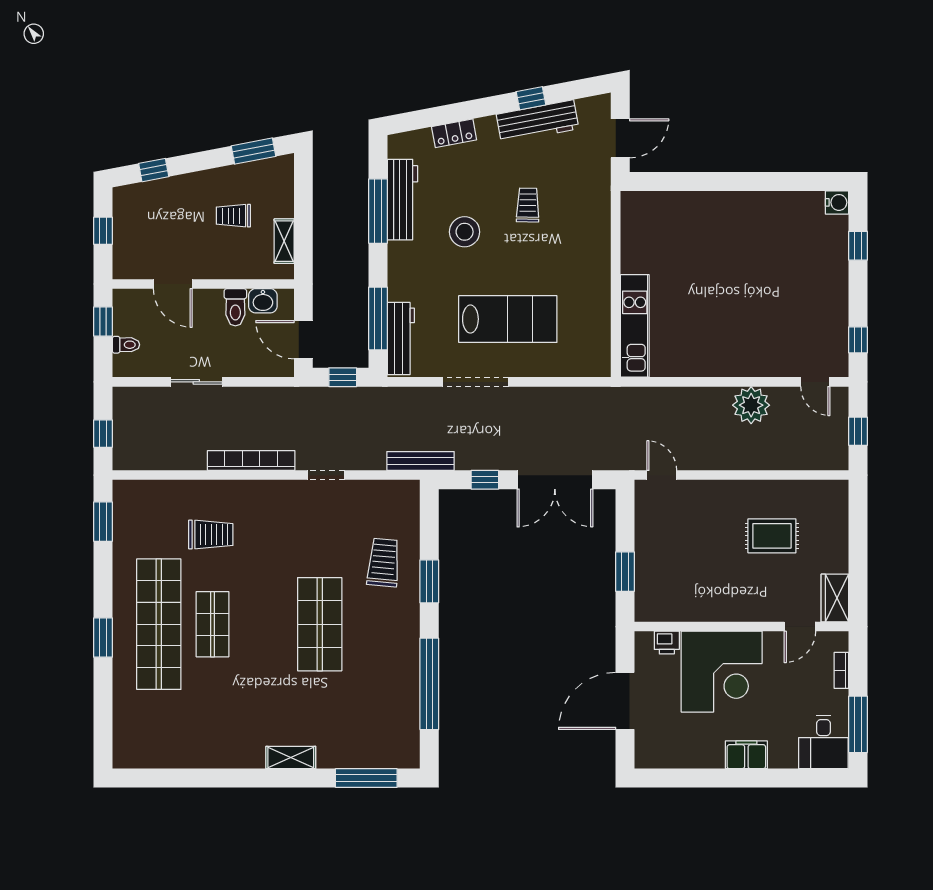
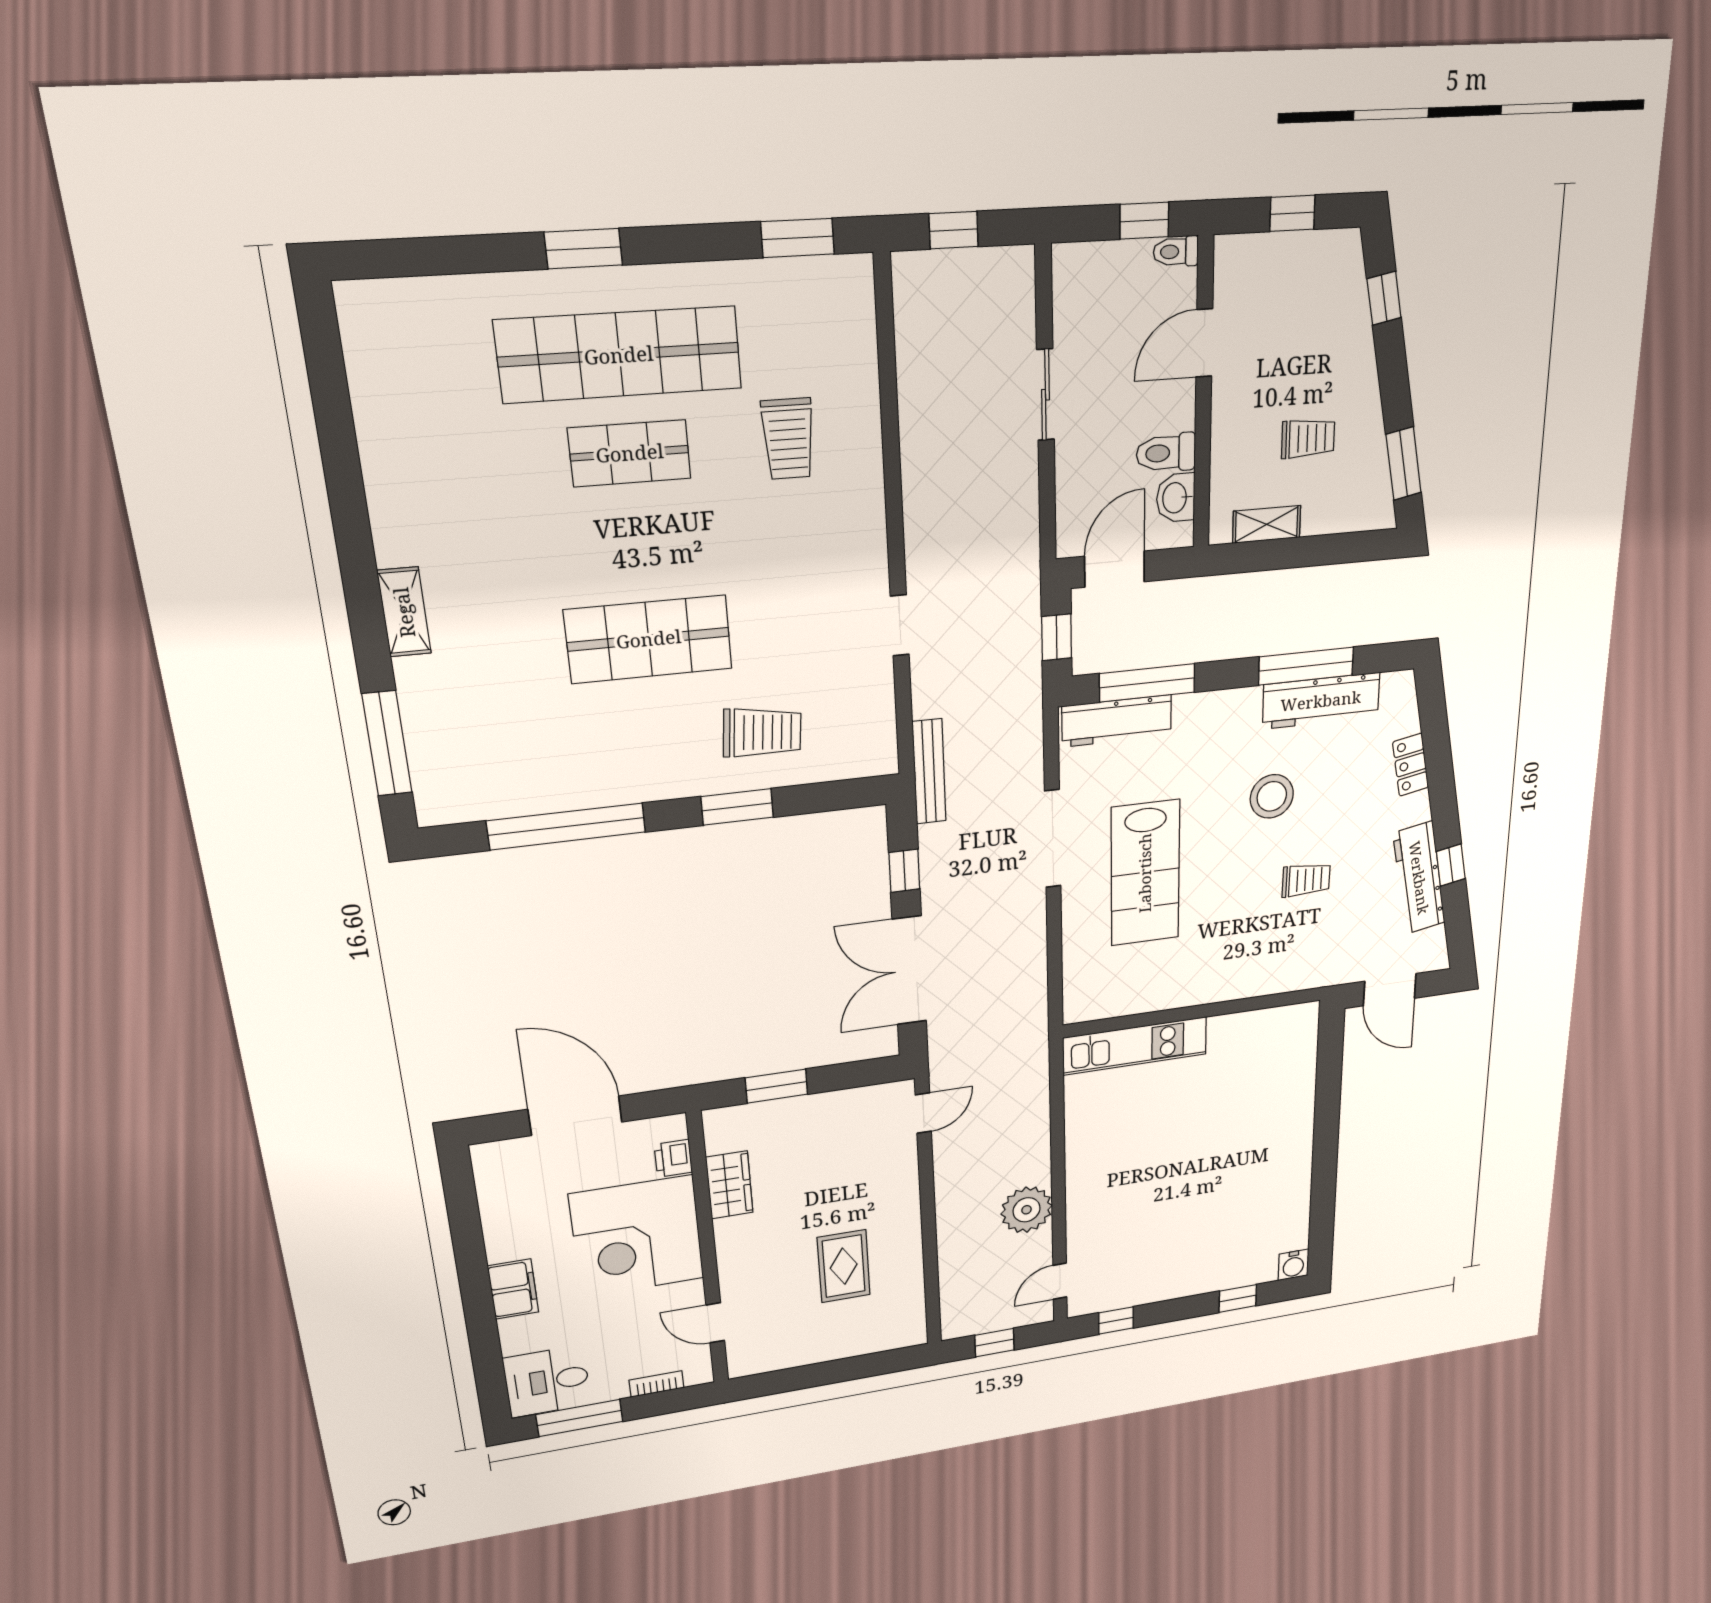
trolley: (233, 216) -> (1308, 438), turned 90
toilet: (126, 345) -> (1176, 252), moved, turned 90
bookcase: (251, 461) -> (918, 499), removed
wardrobe: (835, 598) -> (729, 1185), moved, turned 90

